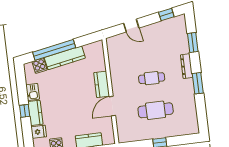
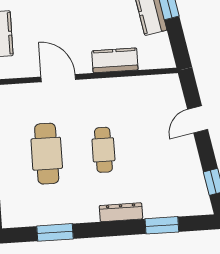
window: (198, 83) -> (55, 232), moved
kitchen counter: (102, 84) -> (115, 60), moved

